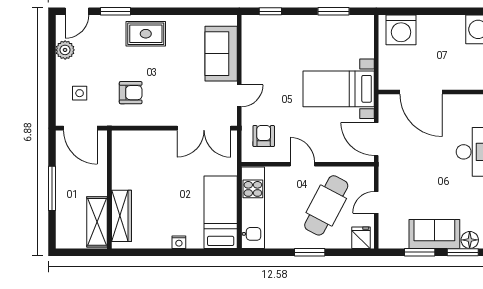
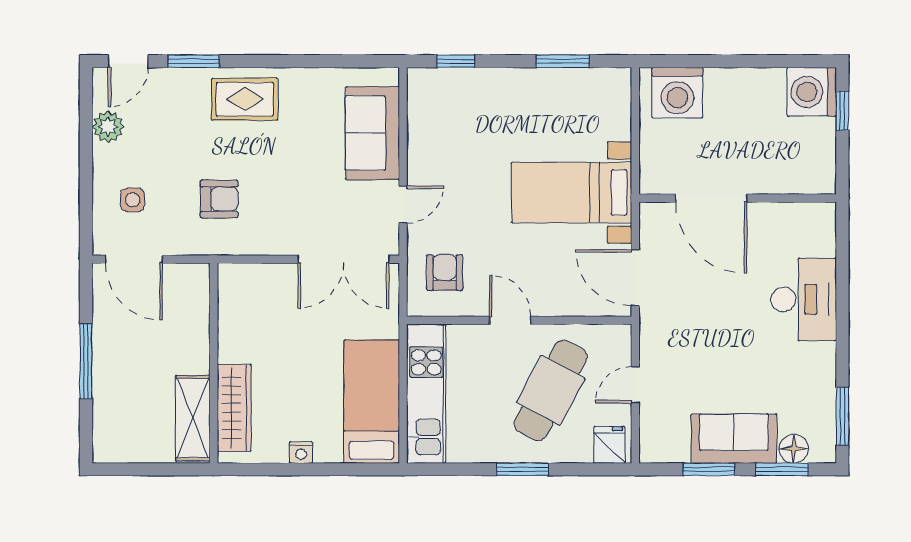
wall: (109, 189) -> (214, 363), moved
wardrobe: (121, 216) -> (234, 408), moved
shelving: (97, 222) -> (193, 418), moved

